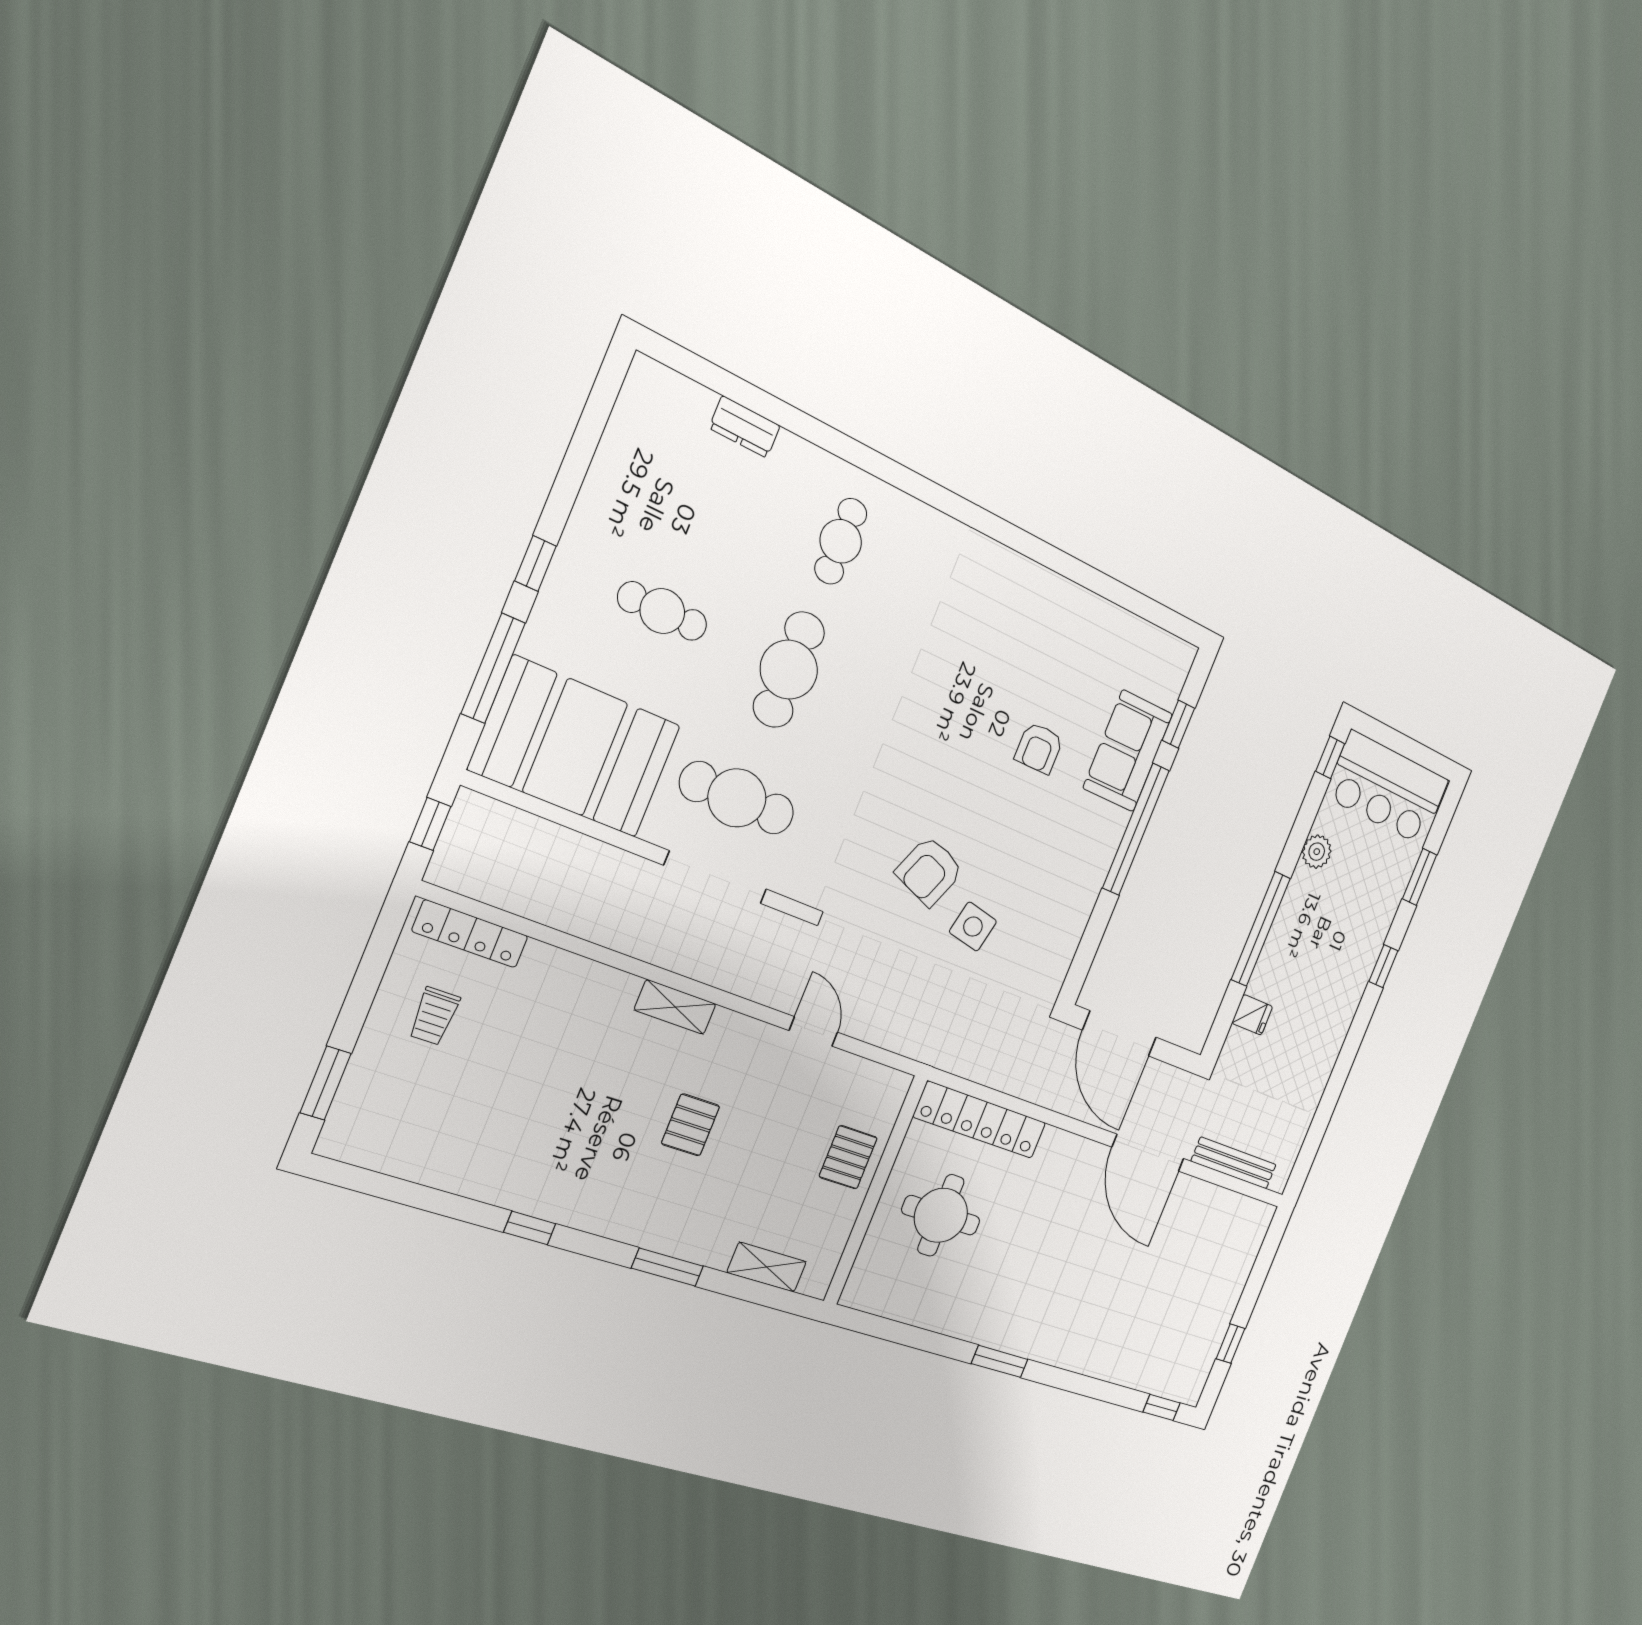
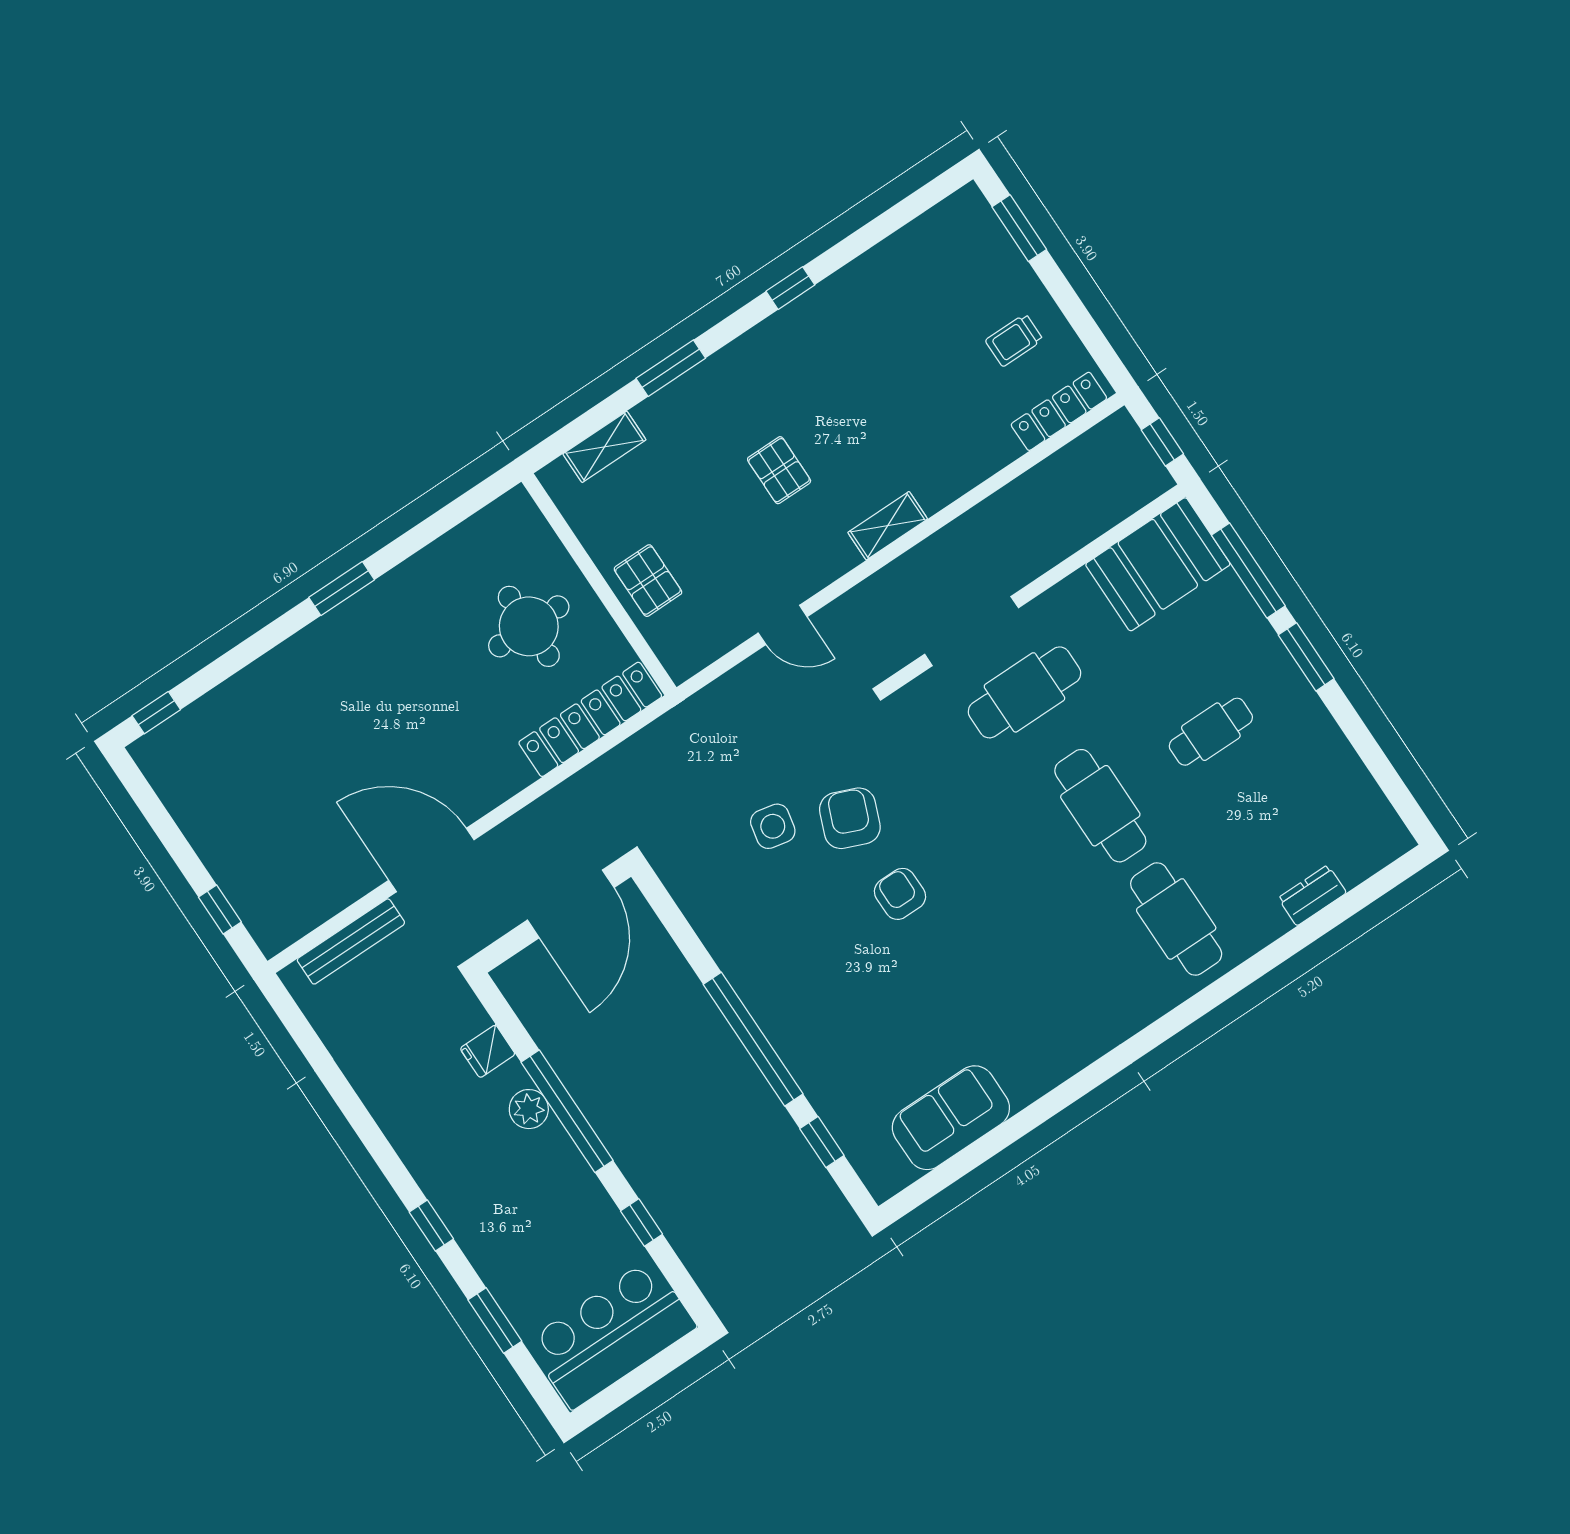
cafe table: (841, 541) -> (1176, 919), width x1.37, depth x1.35
window: (535, 563) -> (1306, 657), width x1.50
booth: (575, 747) -> (1158, 564), width x0.73, depth x0.70
armchair: (1039, 748) -> (900, 894), moved
sofa: (1128, 751) -> (951, 1118), moved, turned -90
window: (1330, 757) -> (642, 1223), moved
plant: (1317, 852) -> (529, 1109), moved
trolley: (434, 1016) -> (1014, 340), turned -90
door: (1120, 1034) -> (571, 904), swing flipped
window: (1230, 1344) -> (220, 910), moved

